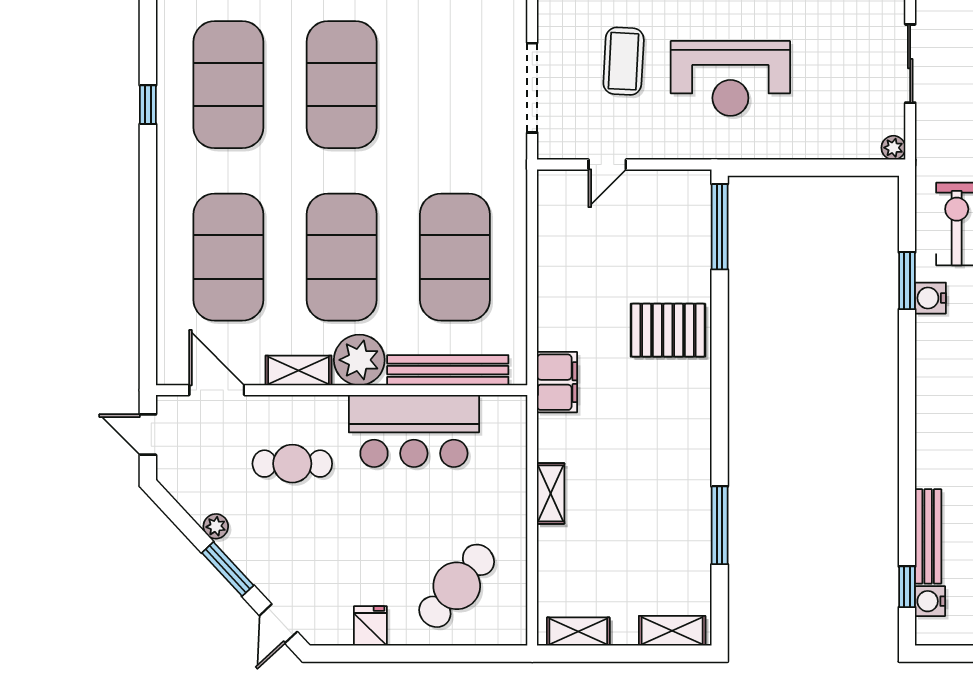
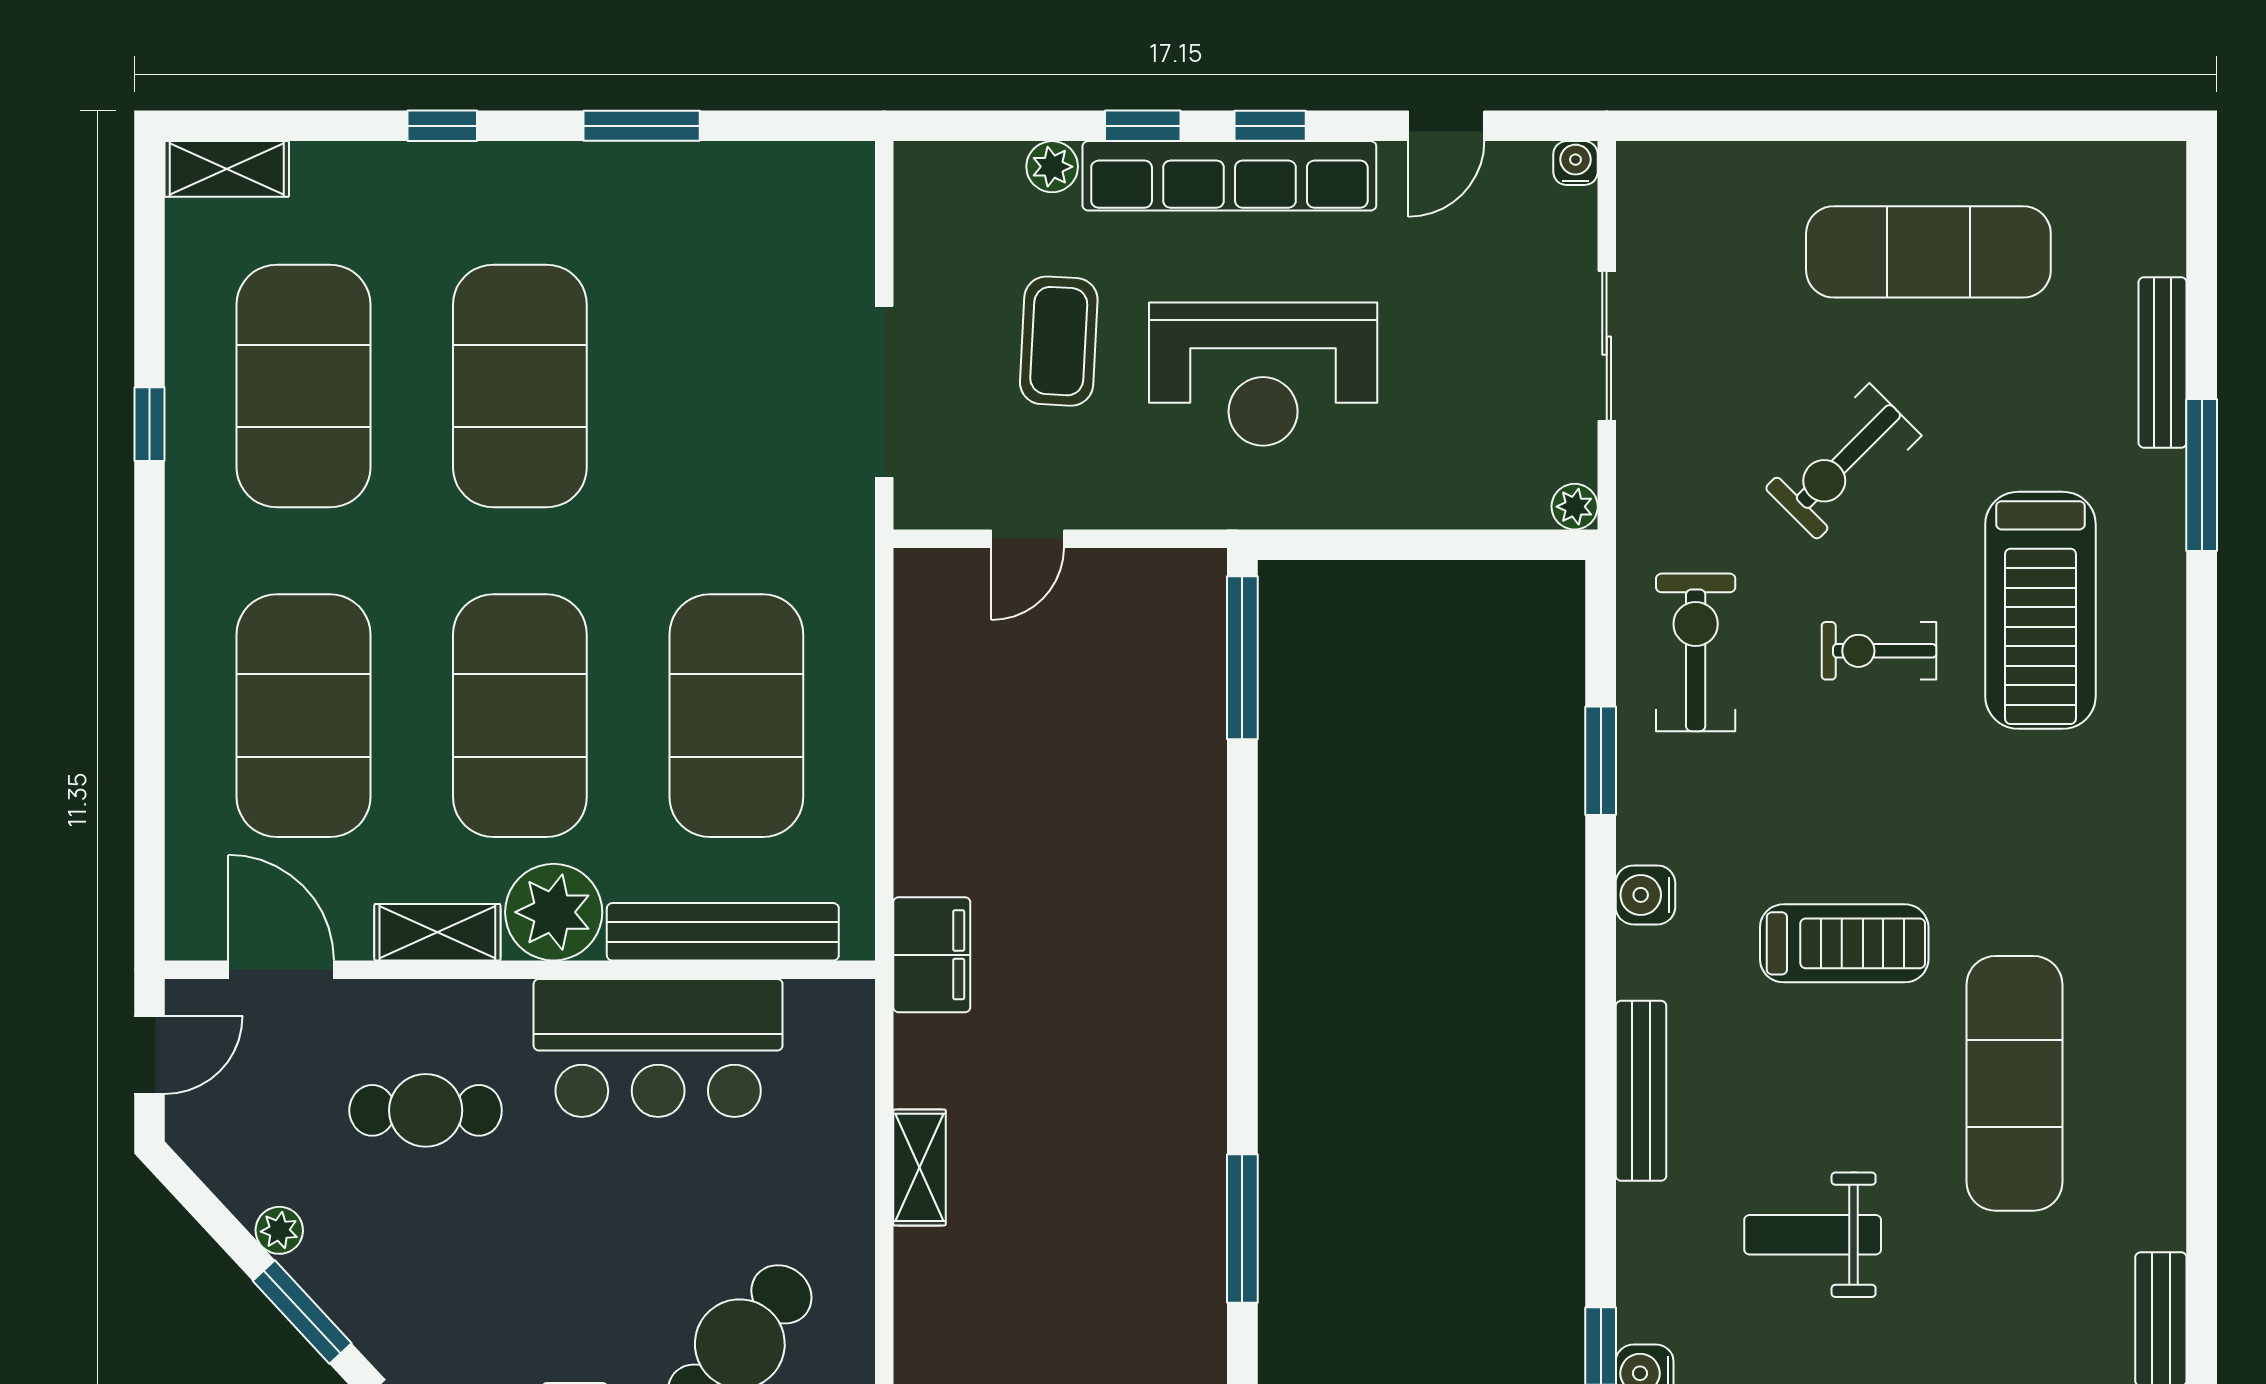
water cooler: (930, 298) -> (1645, 895), moved
pallet: (668, 330) -> (1144, 855), removed
door: (148, 435) -> (150, 1055), swing flipped
bench: (928, 536) -> (1641, 1091), moved

